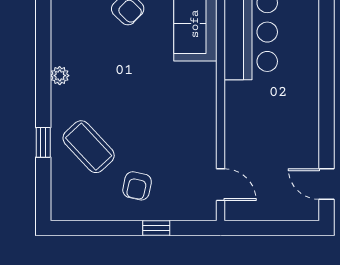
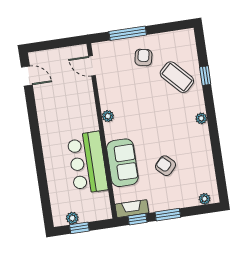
plant: (207, 101) -> (108, 116), added
window: (156, 228) -> (128, 33), width x2.17

